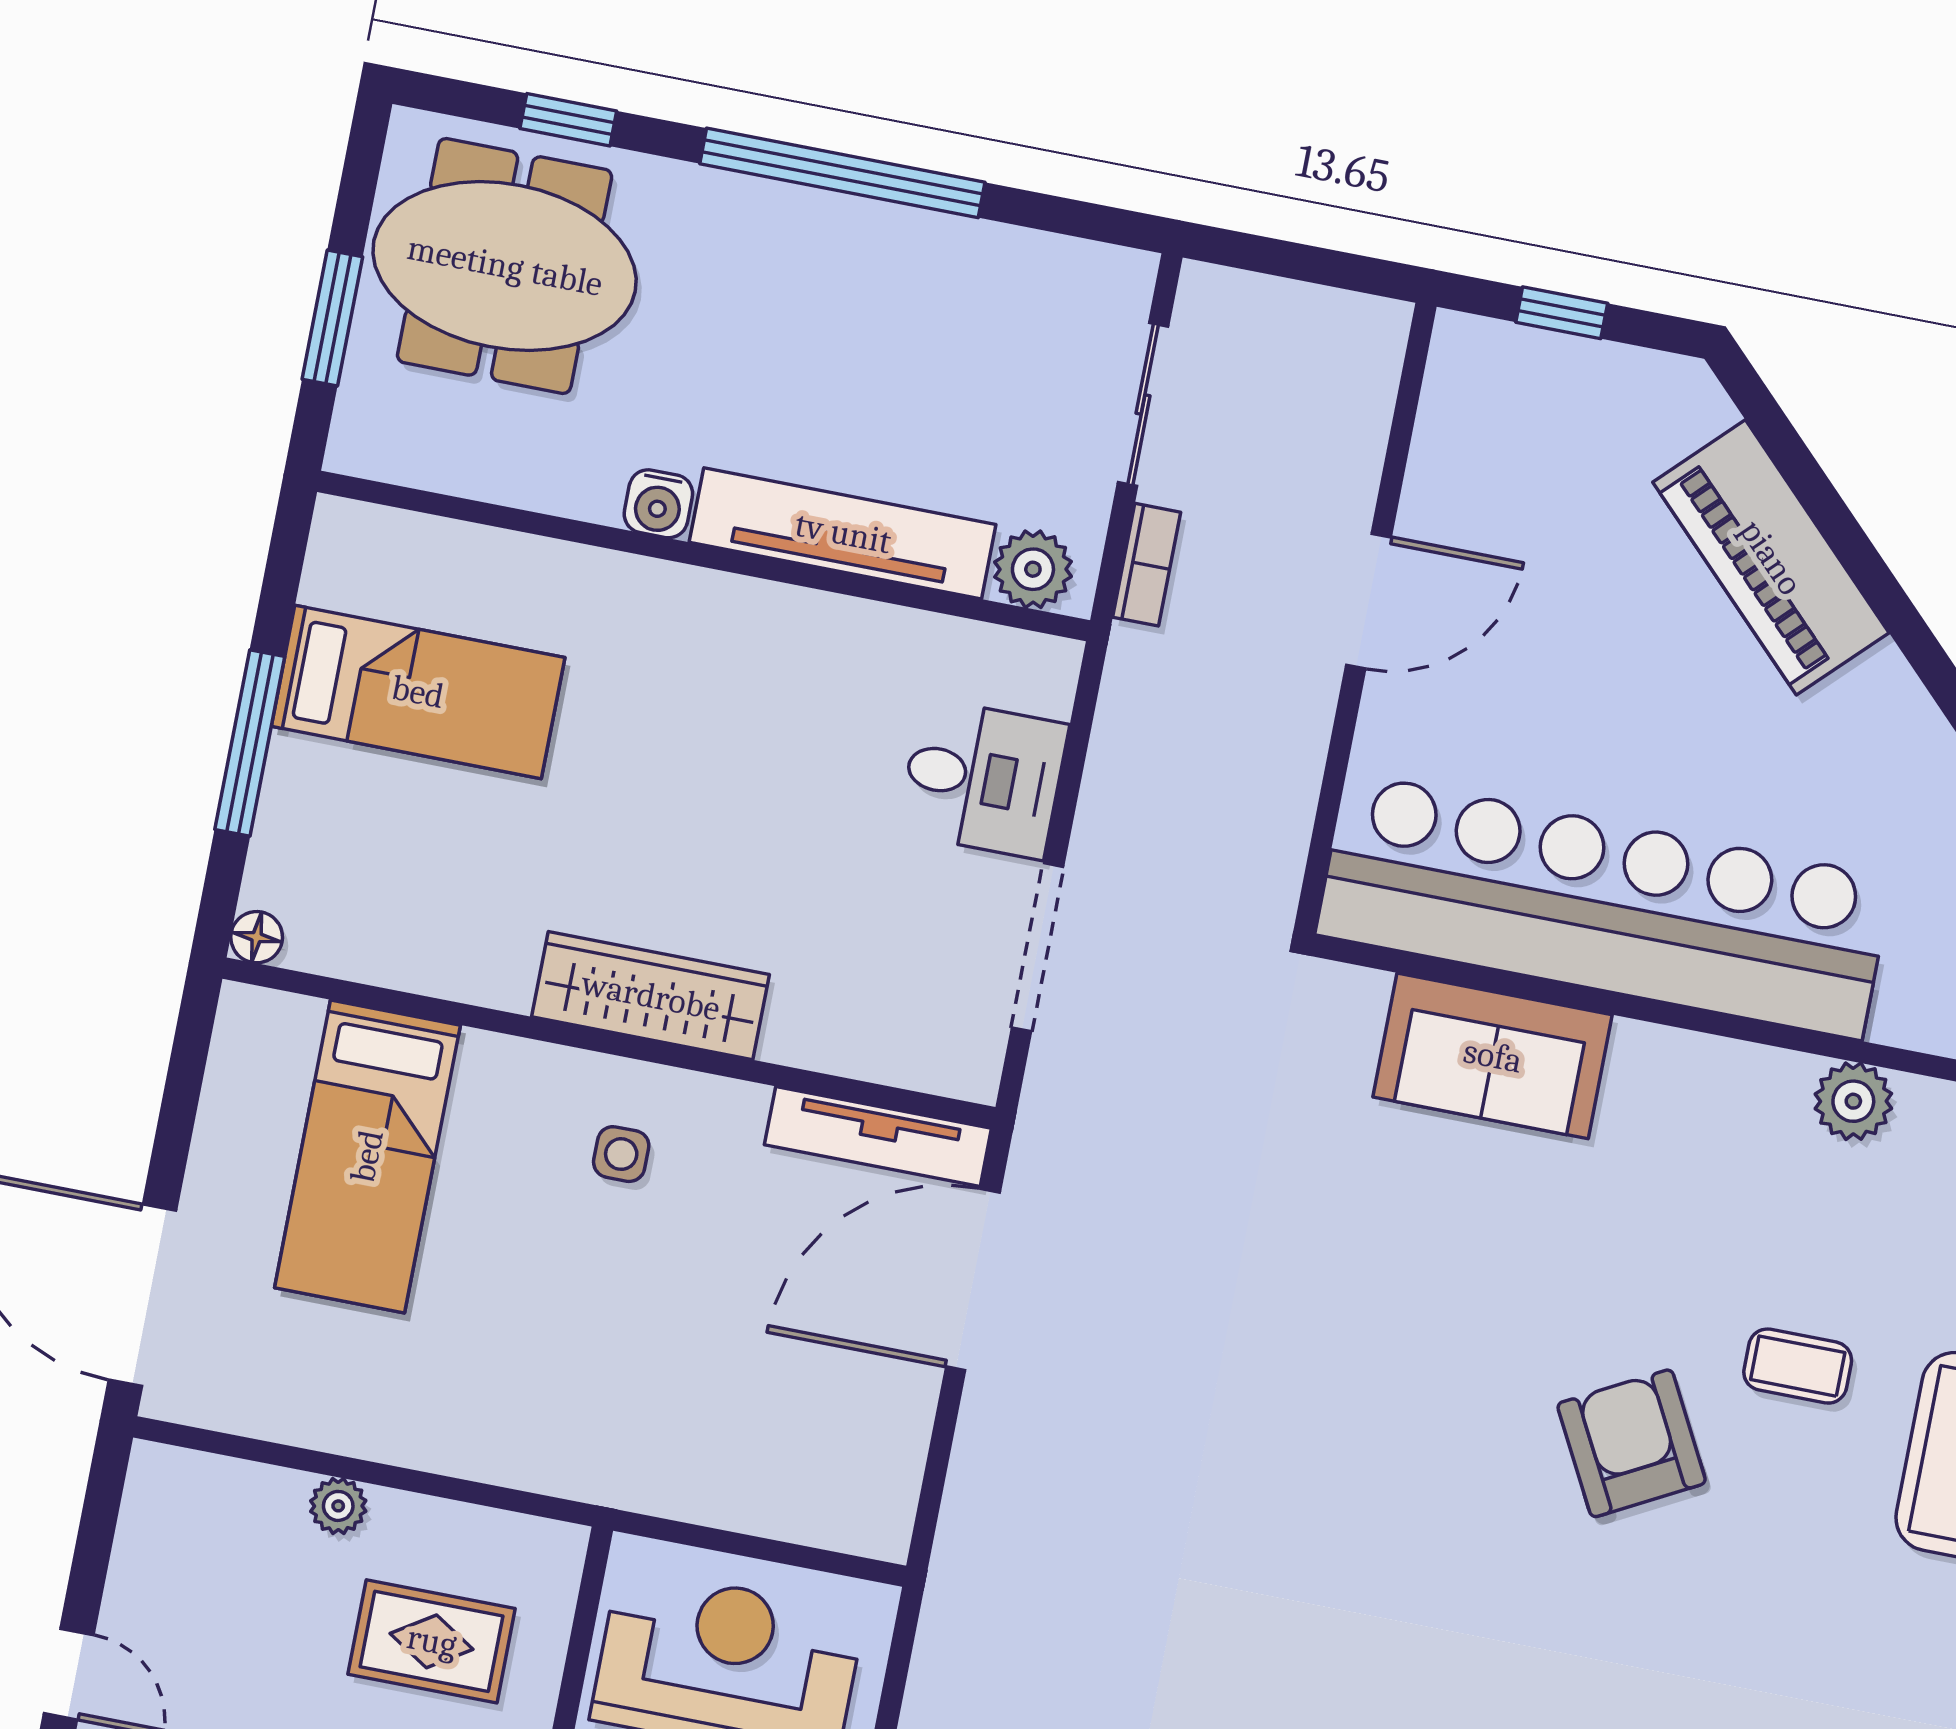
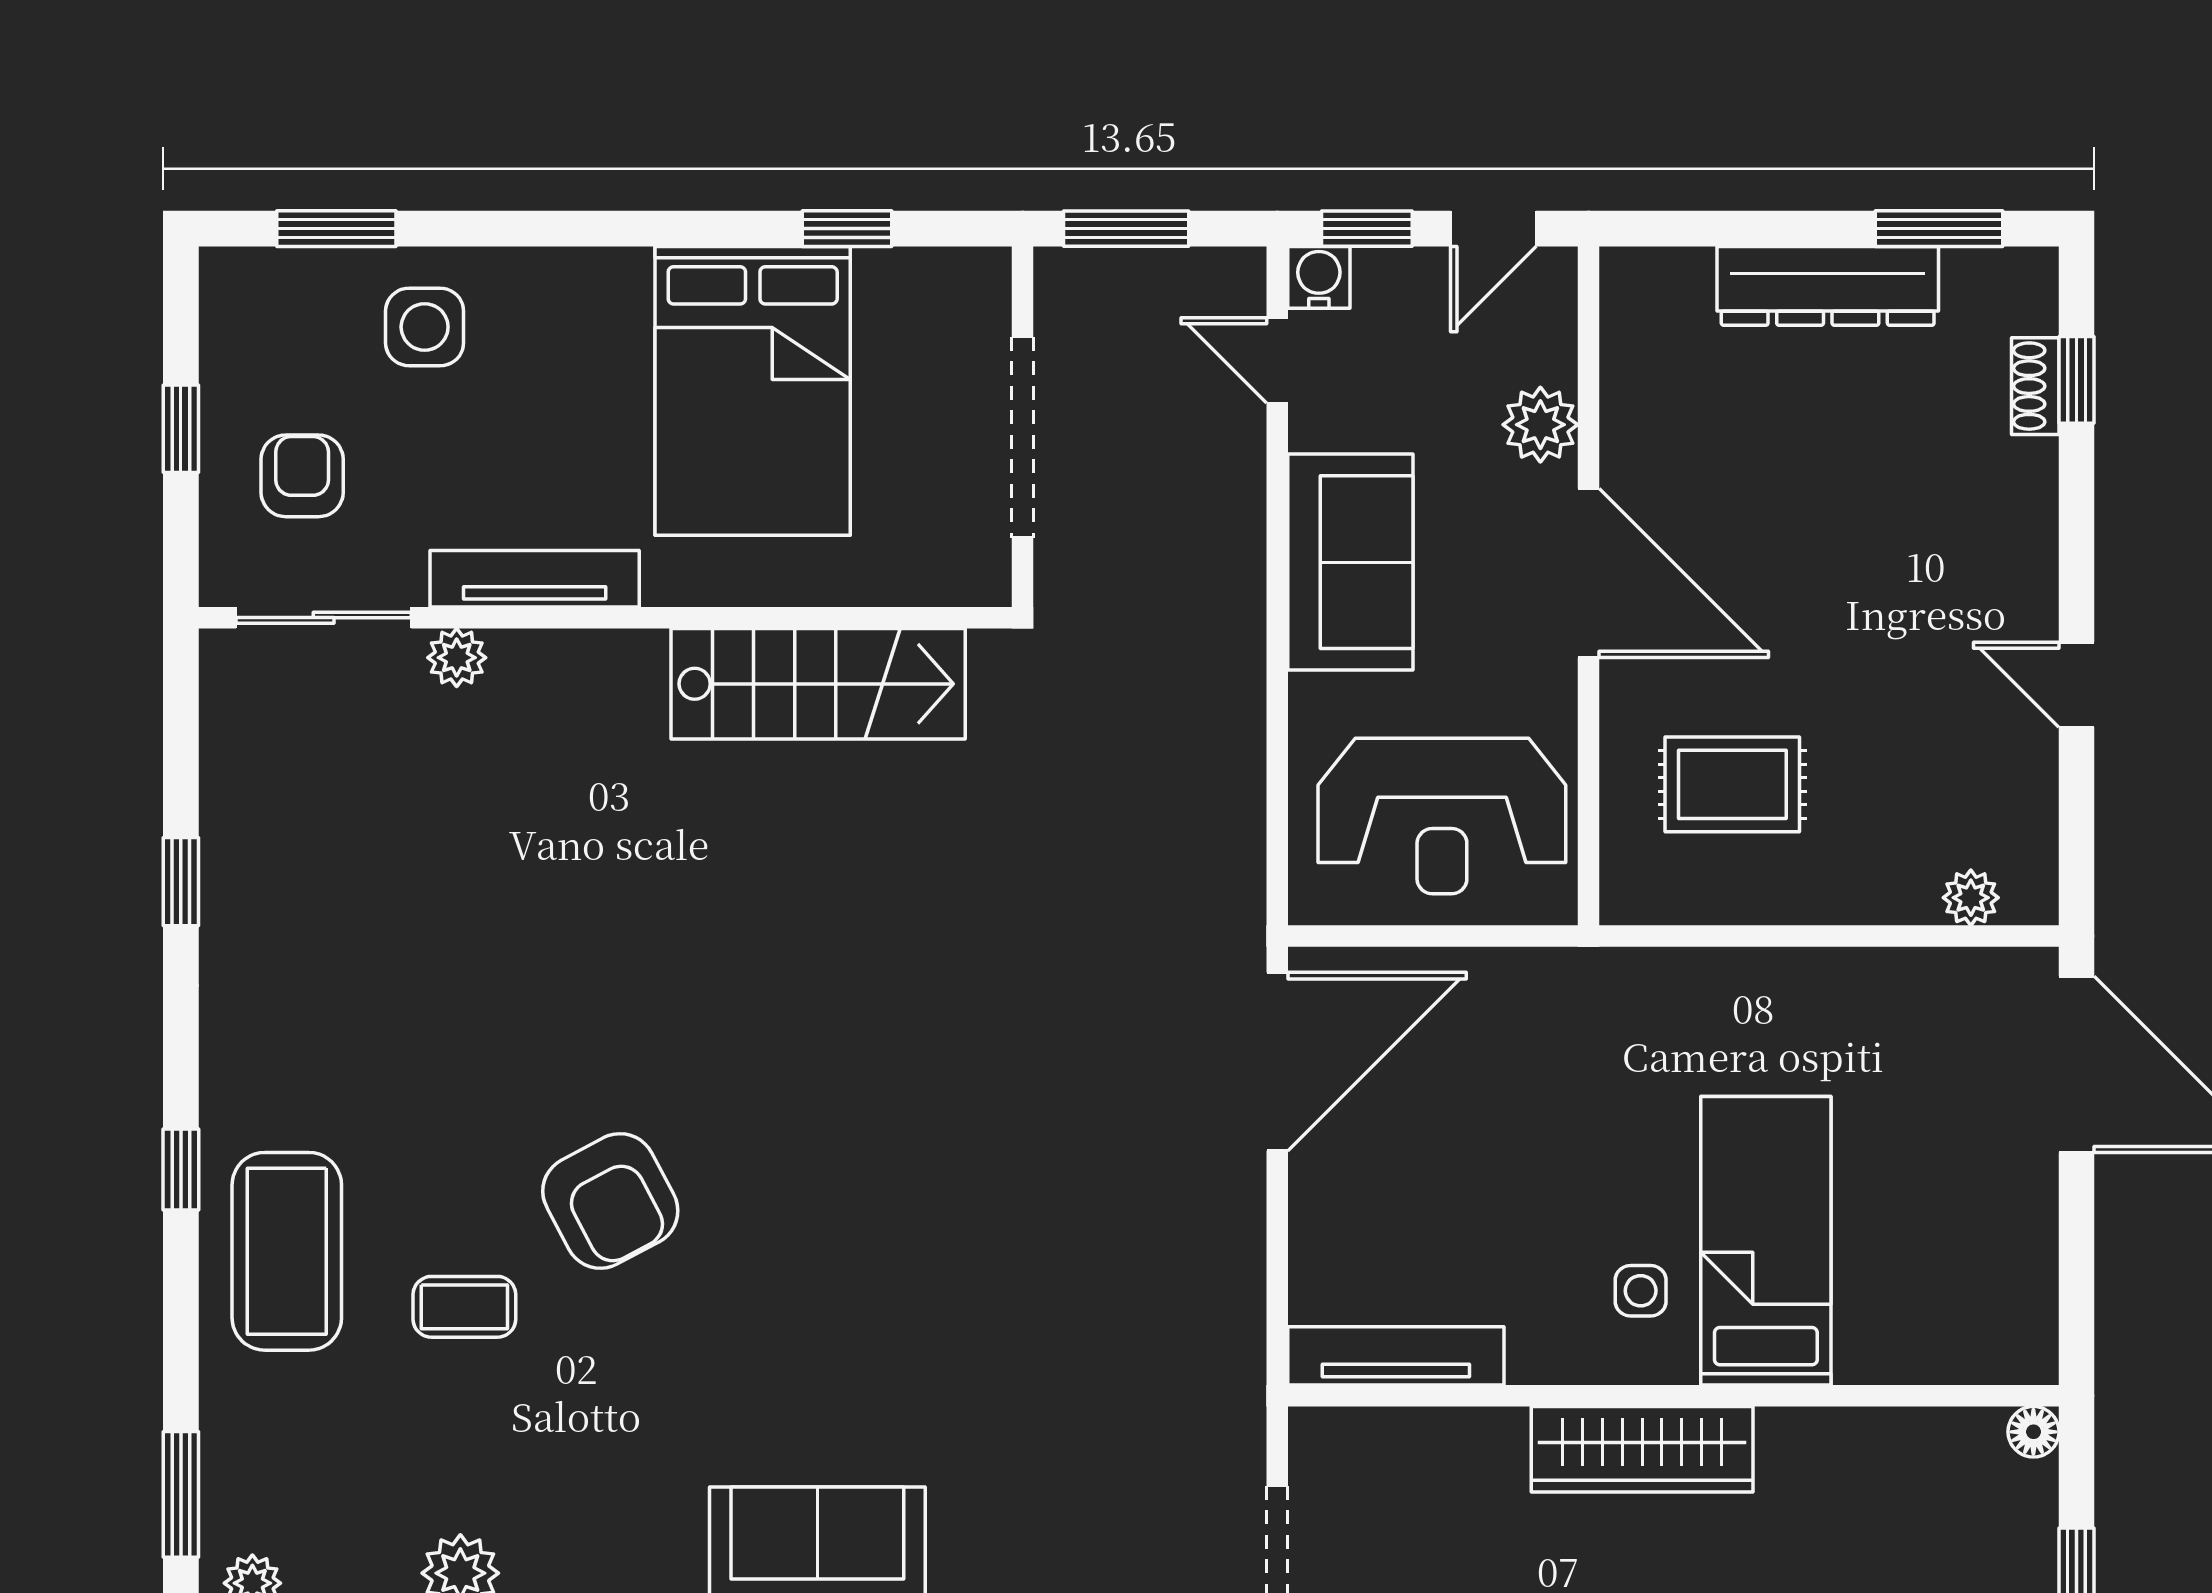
bed: (367, 1156) -> (1766, 1241), moved
door: (973, 1280) -> (1277, 1062), moved
plant: (338, 1506) -> (1971, 898), moved

